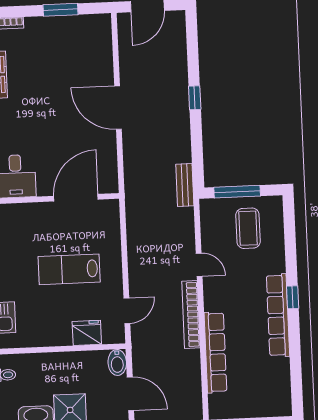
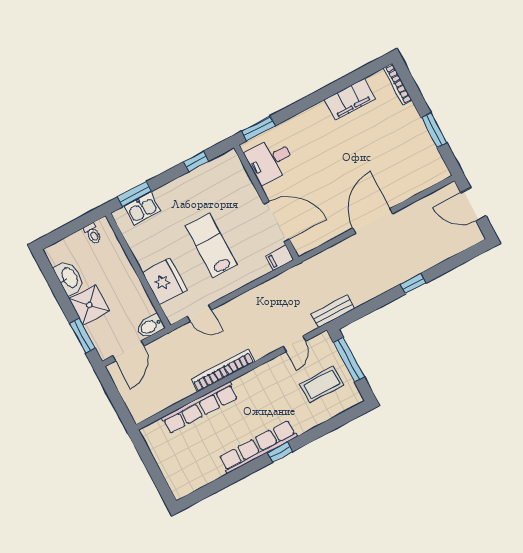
filing cabinet: (111, 211) -> (280, 258), added
door: (199, 265) -> (295, 344), moved
fridge: (87, 333) -> (164, 281), width x1.36, depth x1.34

